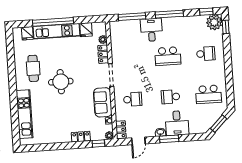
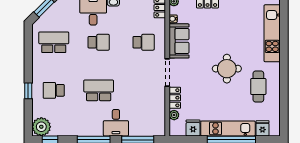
window: (226, 27) -> (28, 91), moved
school desk: (133, 99) -> (144, 42), turned 180

